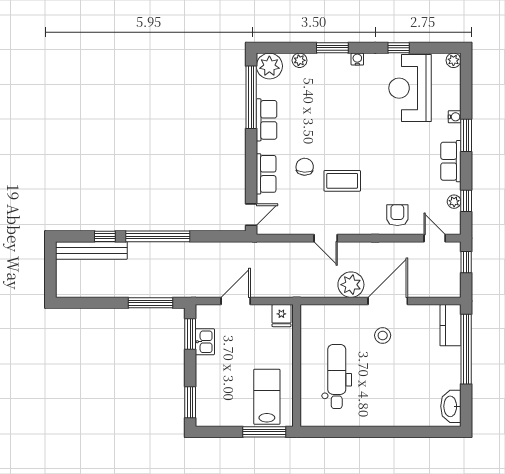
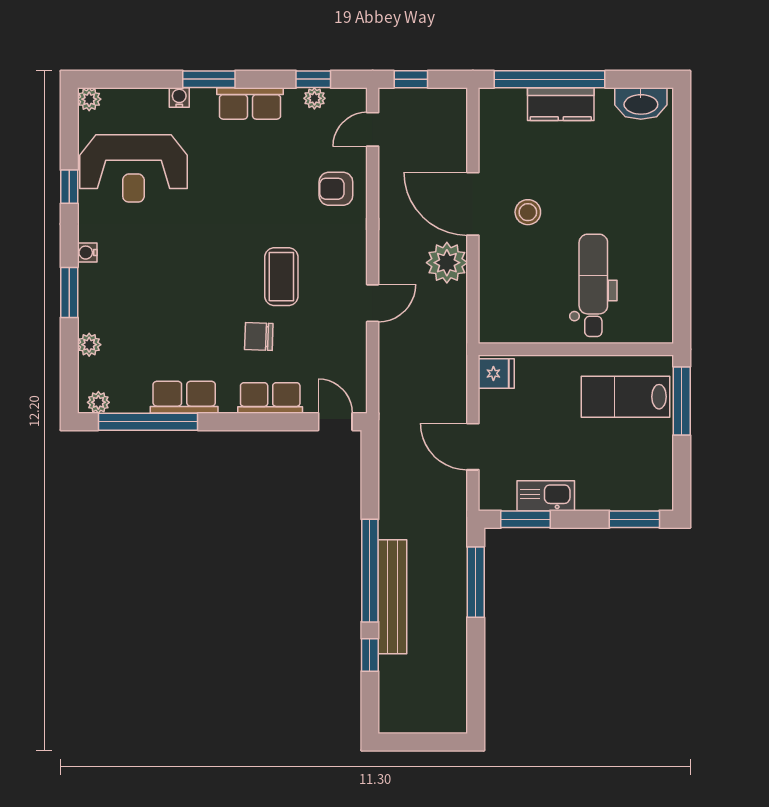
plant: (269, 66) -> (98, 402), width x0.53, depth x0.53
bench: (91, 251) -> (392, 597), moved
kitchen counter: (450, 325) -> (561, 104), moved
kitchen sink: (205, 342) -> (546, 496), width x1.38
dental chair: (337, 377) -> (593, 285), turned 90

